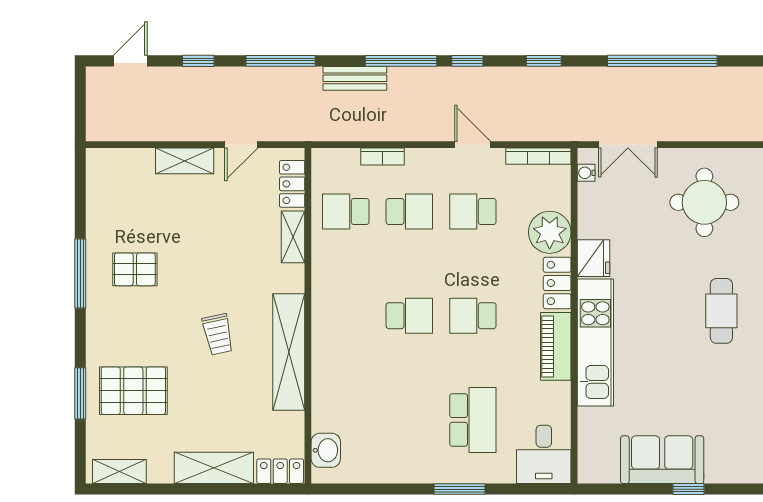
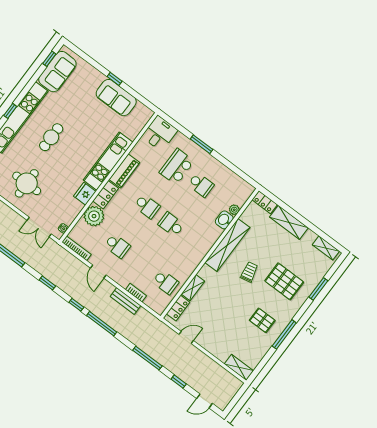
bench: (355, 78) -> (125, 301), moved
double door: (628, 145) -> (39, 227), swing flipped
shelving: (185, 161) -> (239, 367), moved
school desk: (409, 211) -> (201, 185), moved, turned 180
pallet: (133, 391) -> (284, 281), moved
plant: (322, 420) -> (234, 210), added
washbasin: (326, 450) -> (224, 220), moved

